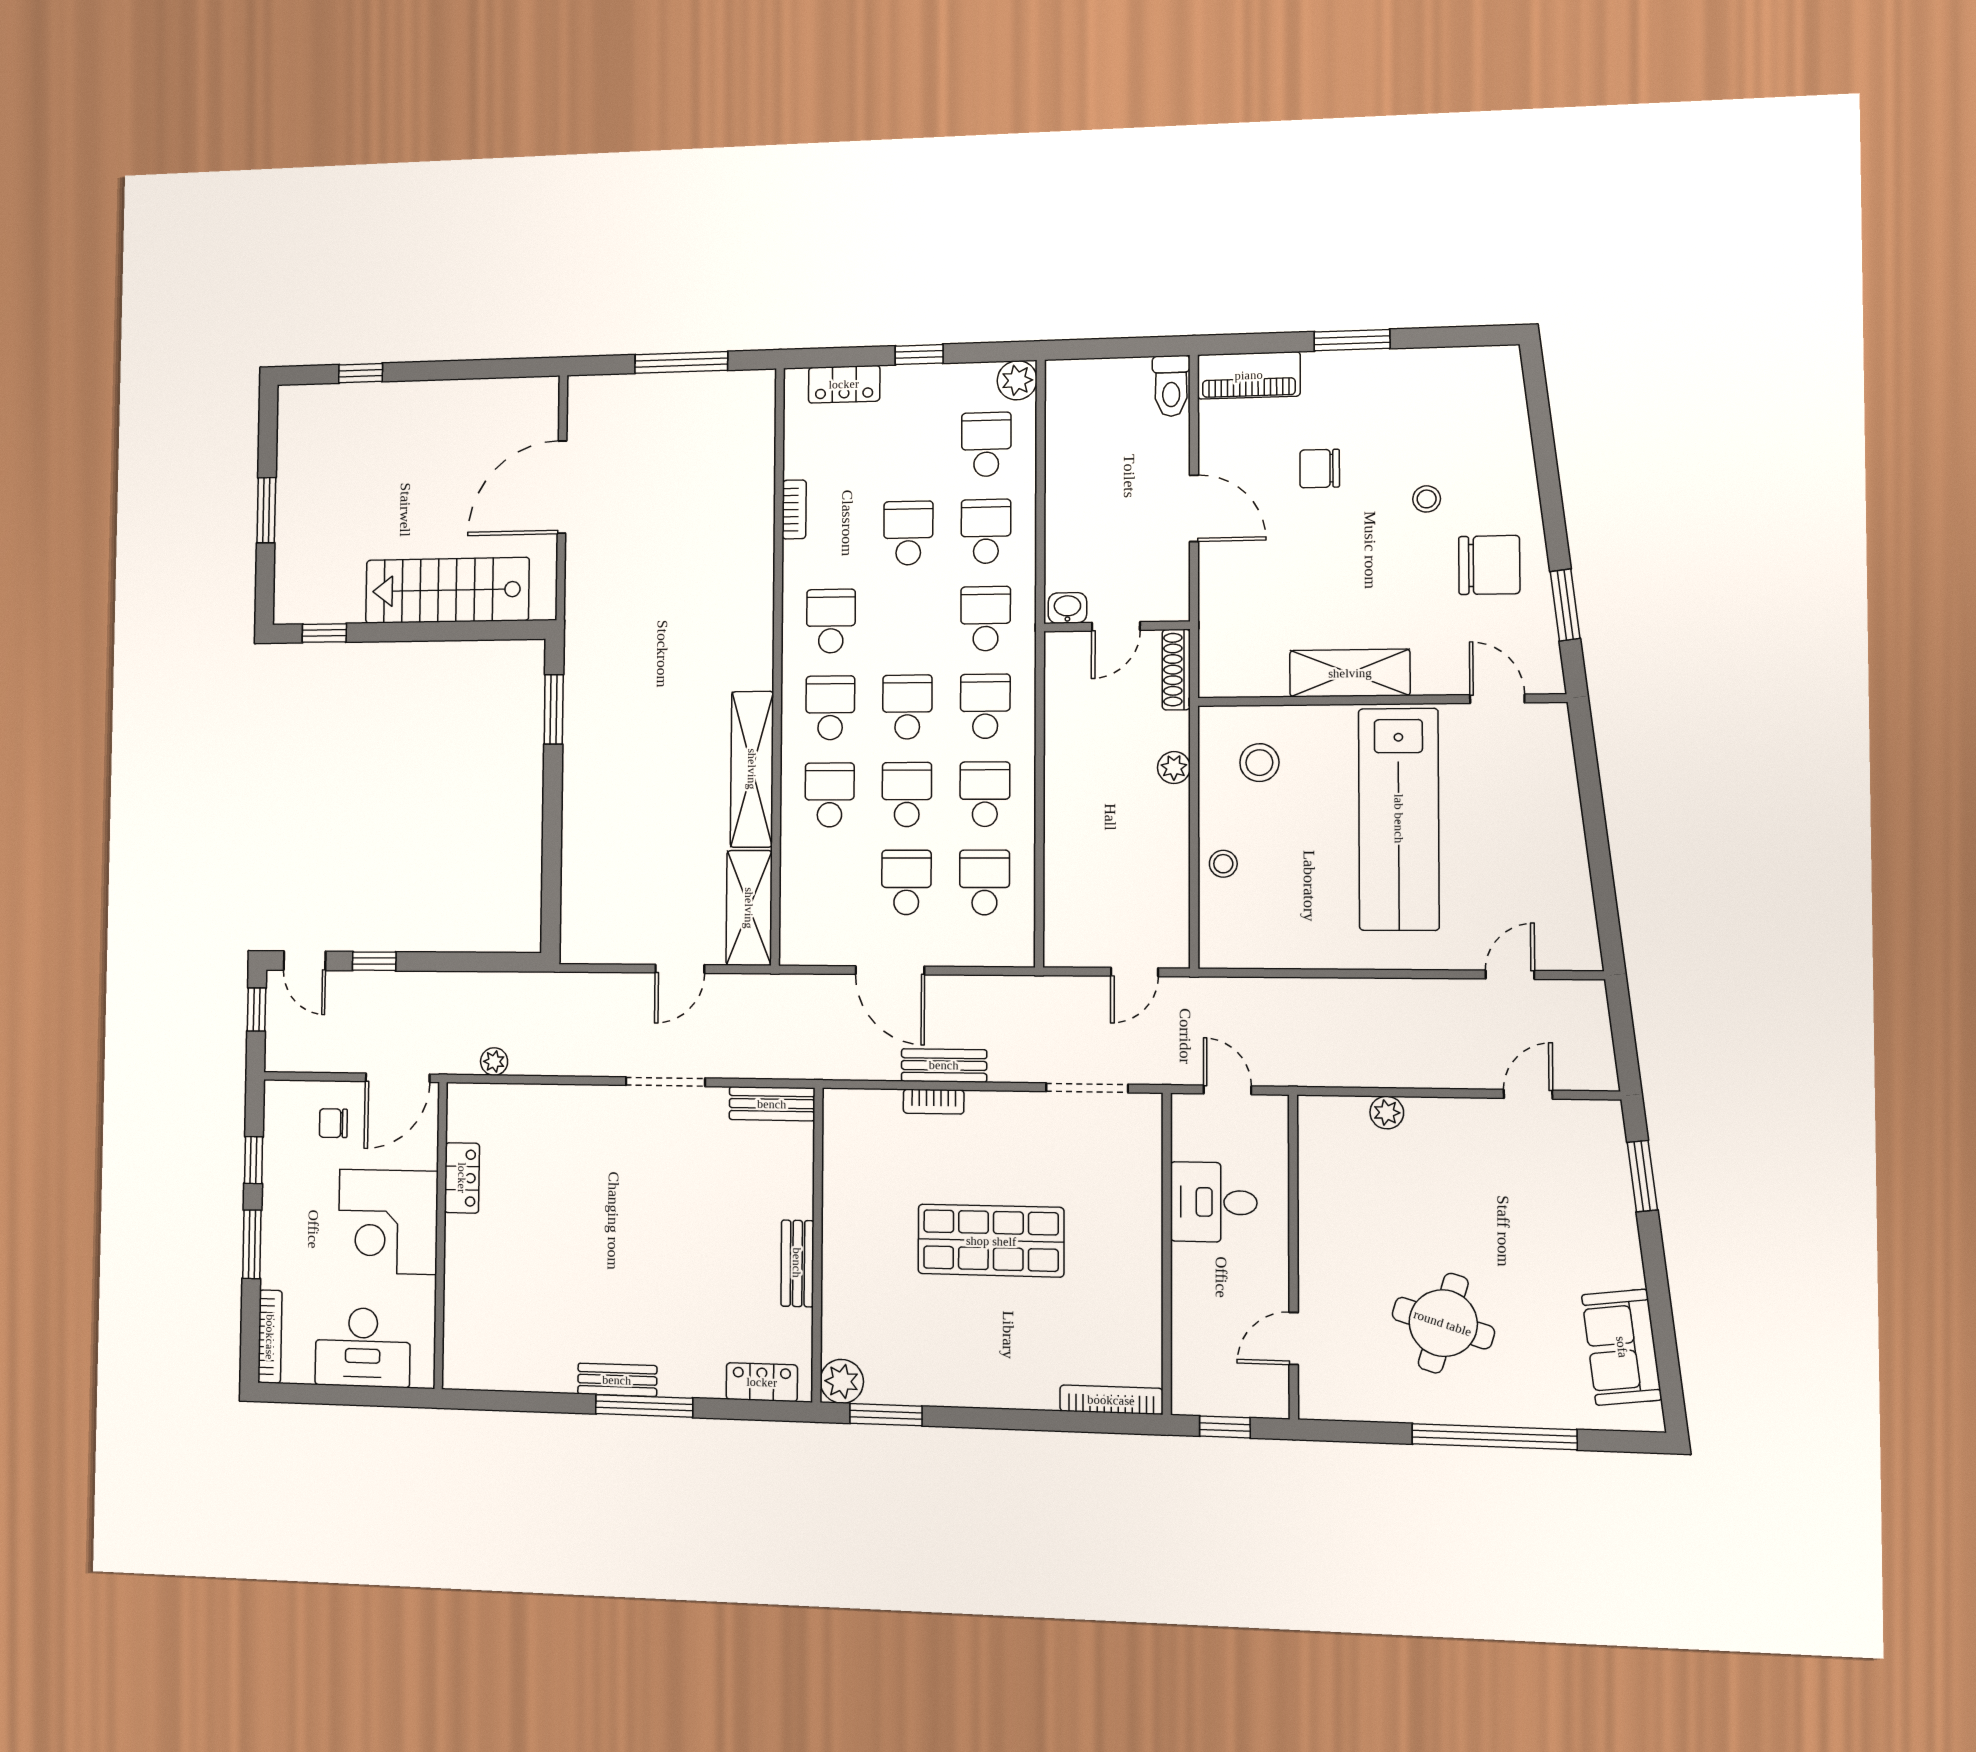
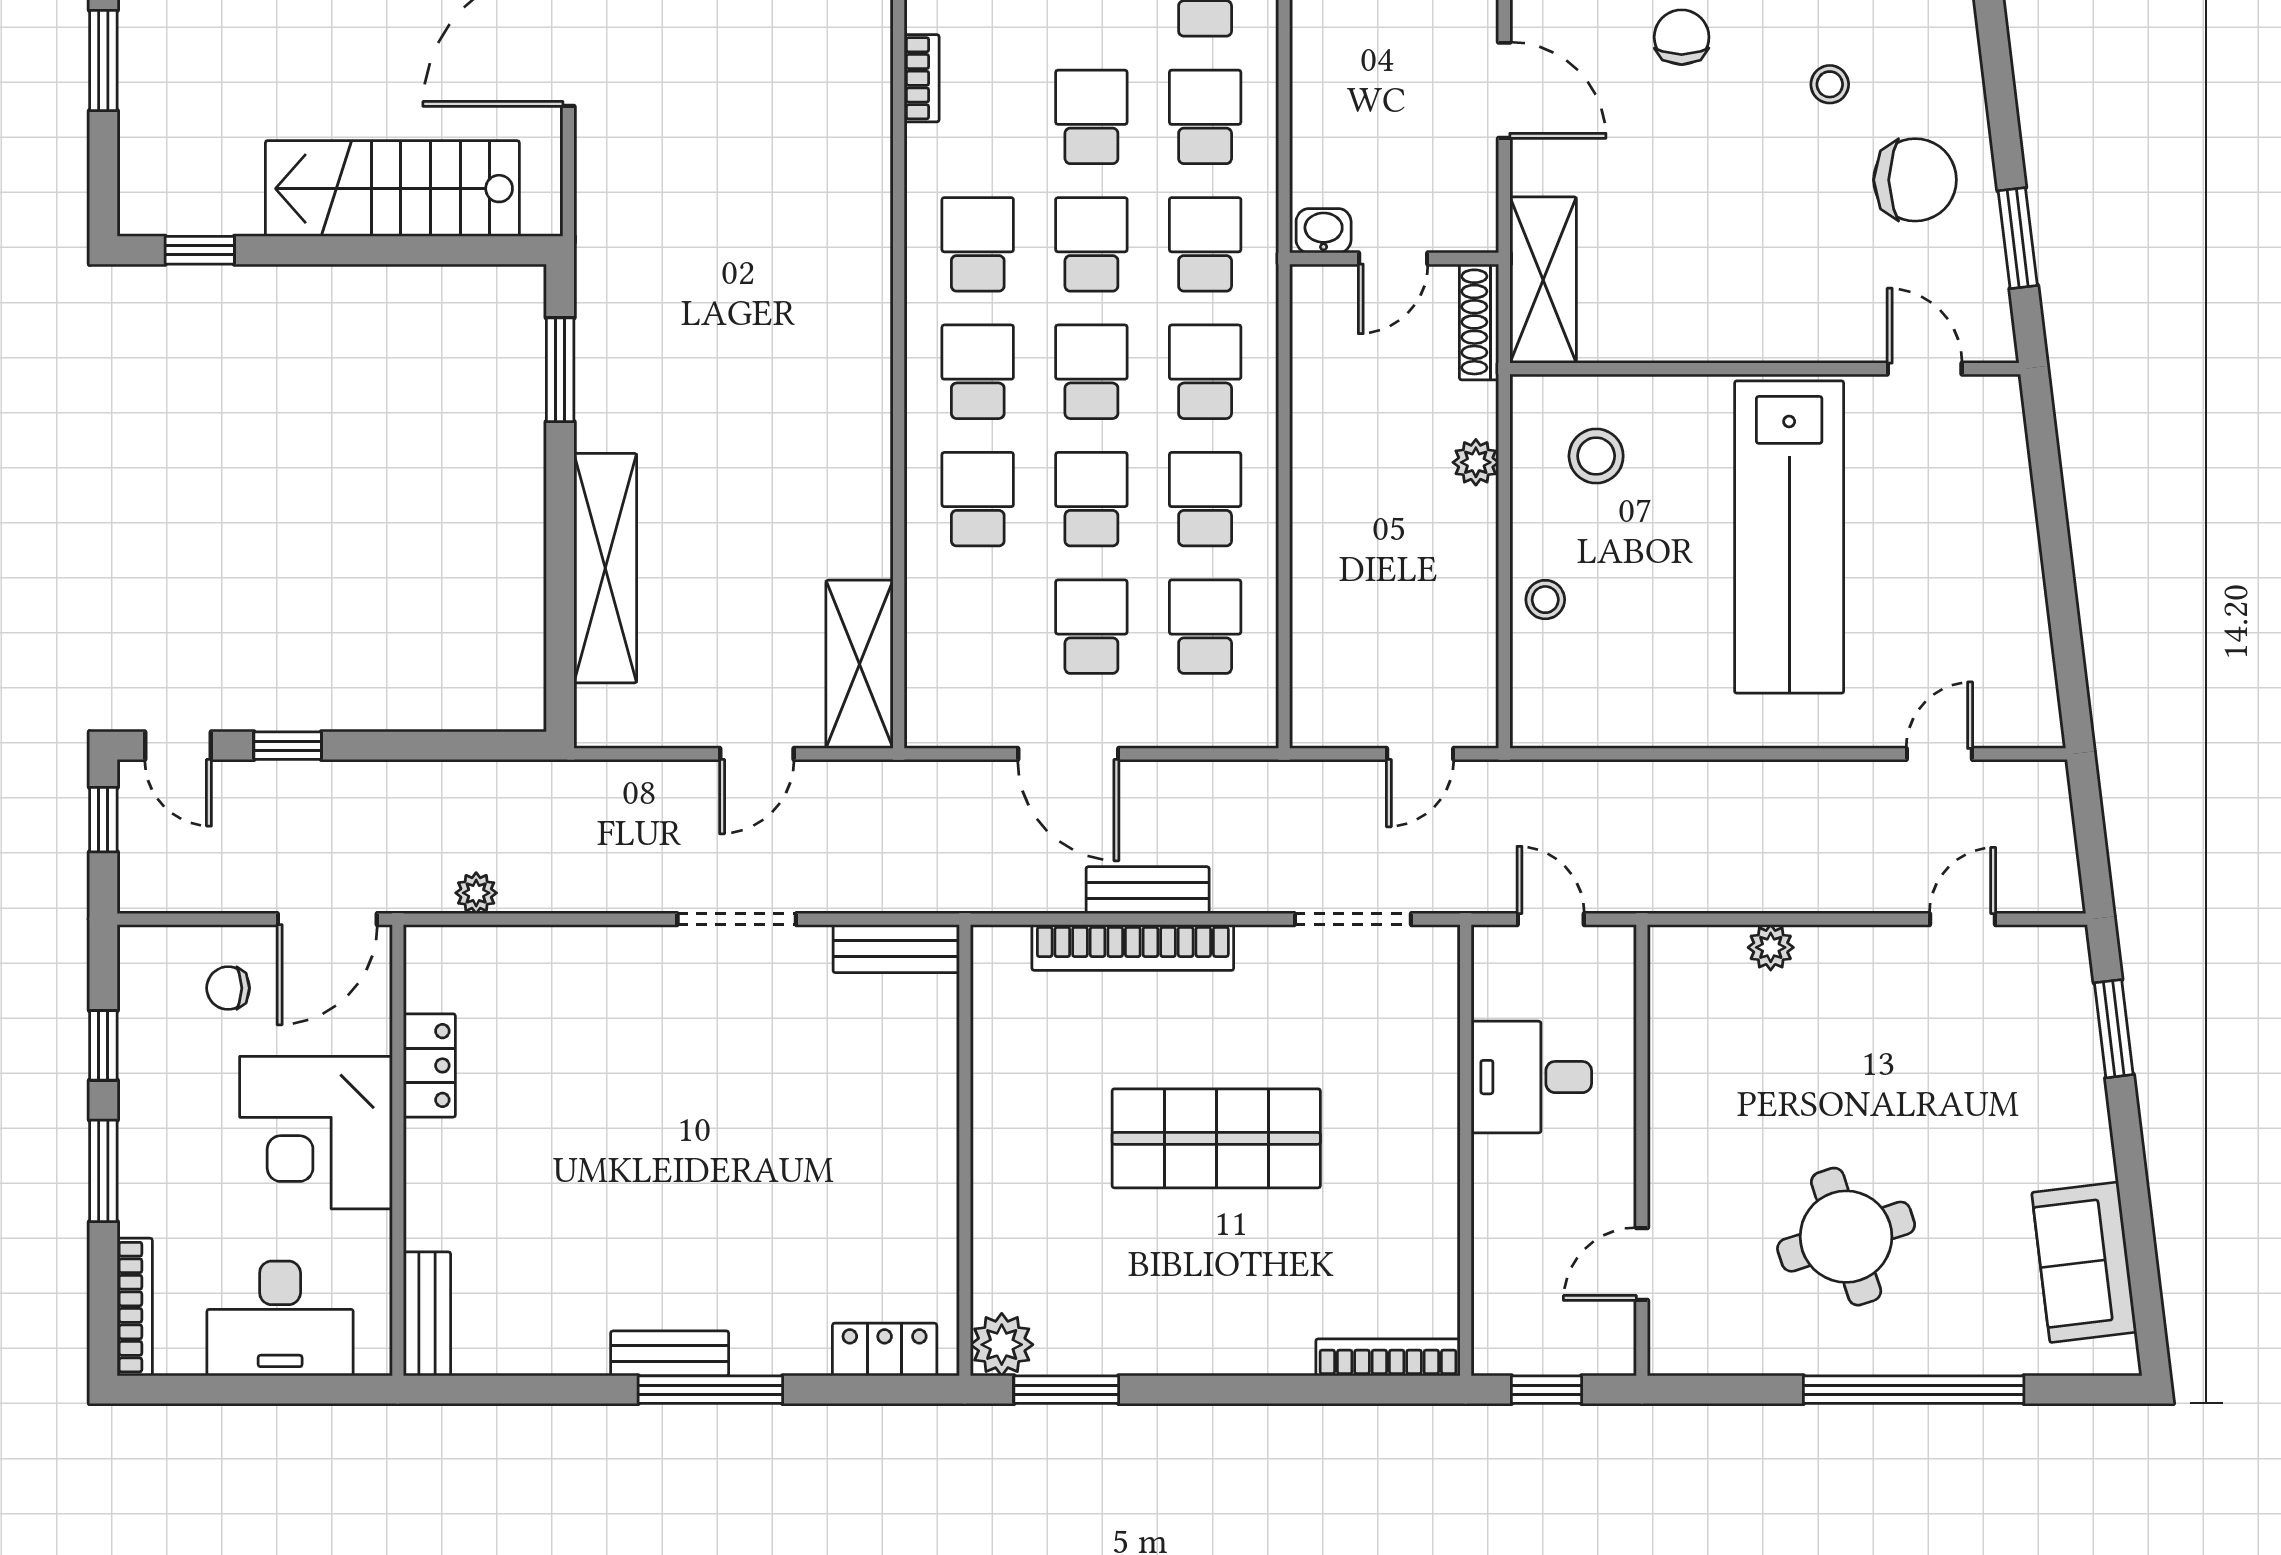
chair: (1320, 469) -> (1682, 37), turned 90
school desk: (908, 620) -> (1091, 244), added
shelving: (1350, 673) -> (1543, 280), moved, turned 90
shelving: (752, 769) -> (605, 568), moved
bookcase: (934, 1102) -> (1133, 947), width x2.31, depth x1.31
bench: (797, 1263) -> (427, 1314), moved
round table: (1443, 1323) -> (1846, 1237), turned -35

